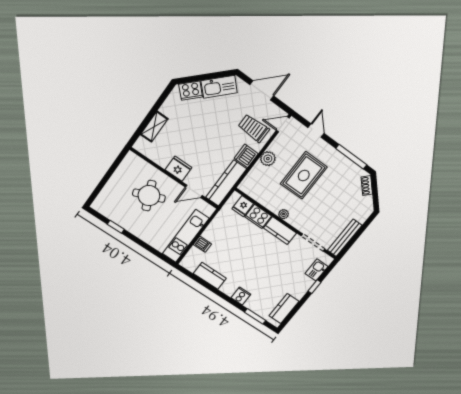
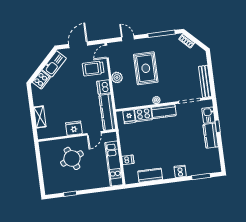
kitchen counter: (284, 309) -> (211, 136), moved

